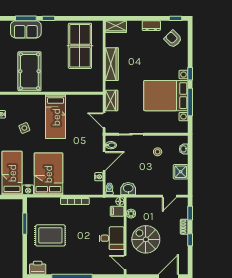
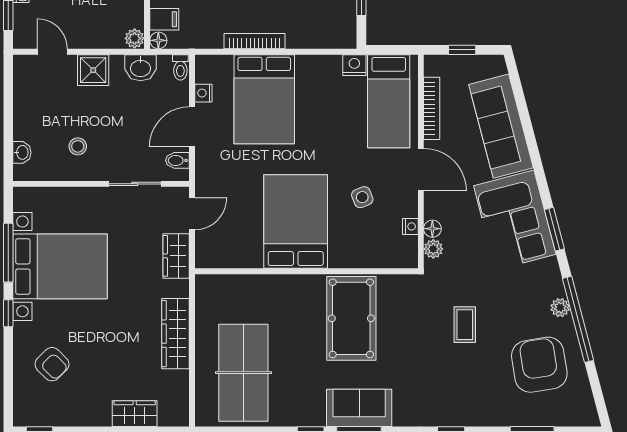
dresser: (151, 26) -> (91, 416), removed
wardrobe: (116, 27) -> (135, 414), moved
armchair: (173, 39) -> (52, 364), moved
bed: (56, 117) -> (296, 221), width x1.50
door: (104, 120) -> (192, 214), hinge flipped
shower: (181, 172) -> (93, 70), moved
bed: (48, 174) -> (264, 99), moved
door: (169, 196) -> (52, 52), hinge flipped
plant: (131, 214) -> (135, 38), moved

